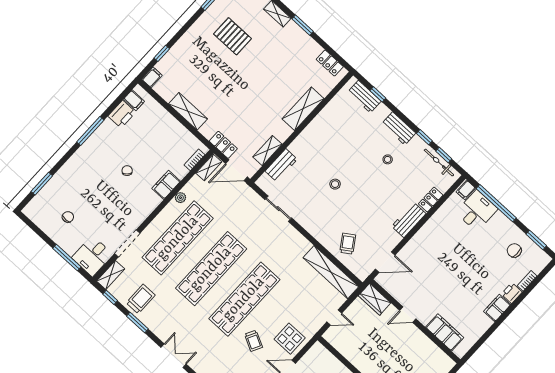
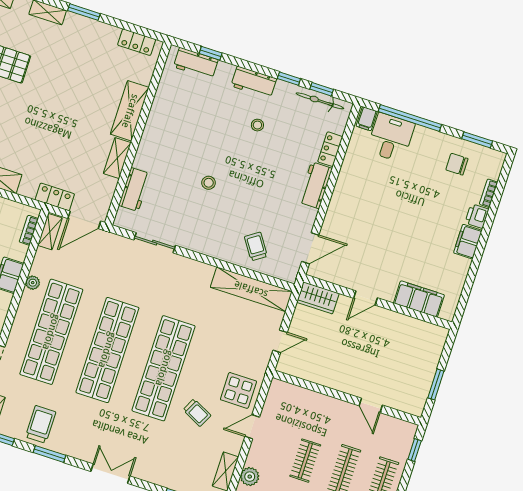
shelving: (267, 151) -> (117, 158), moved

